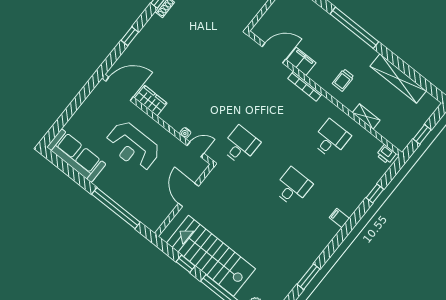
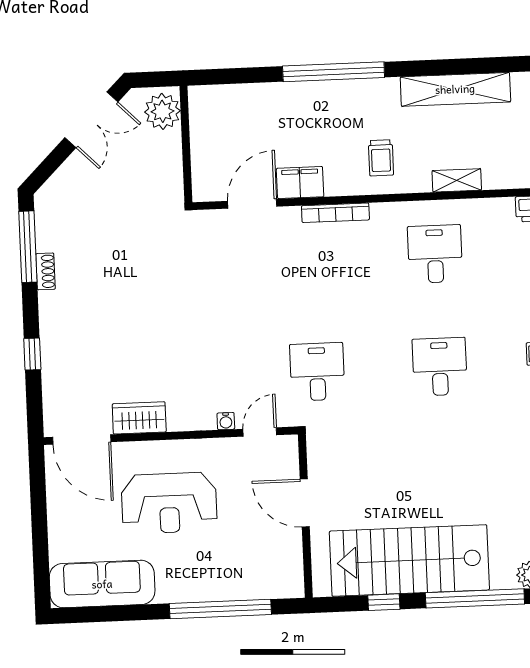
door: (120, 89) -> (82, 439), swing flipped

